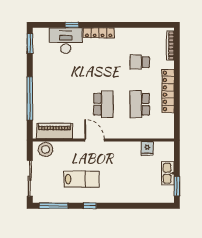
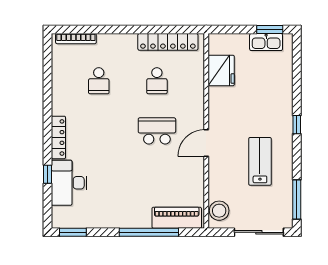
locker: (168, 91) -> (168, 42), moved
school desk: (140, 104) -> (157, 81), width x0.54
piano: (55, 131) -> (177, 218), moved, turned 90
fridge: (147, 149) -> (221, 70), width x1.88, depth x1.34
kitchen sink: (168, 173) -> (266, 42), moved
window: (90, 206) -> (297, 125), moved

